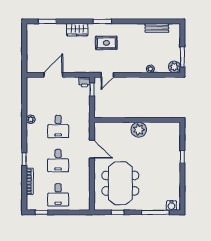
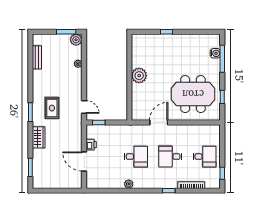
printer: (84, 82) -> (91, 145), moved
desk: (58, 161) -> (170, 157), turned 180
water cooler: (171, 205) -> (215, 53), moved

